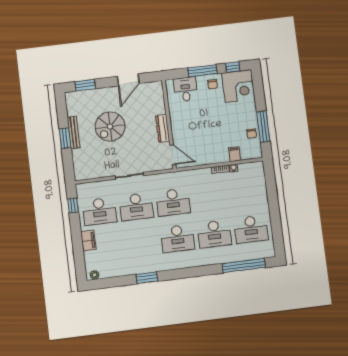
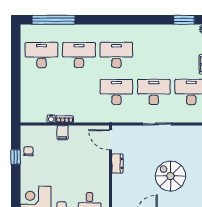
spiral stairs: (110, 127) -> (170, 176), turned -90
window: (263, 127) -> (16, 157), width x0.46
dresser: (163, 128) -> (117, 163), width x0.70
filing cabinet: (235, 154) -> (63, 133), moved
window: (147, 278) -> (184, 20), moved

